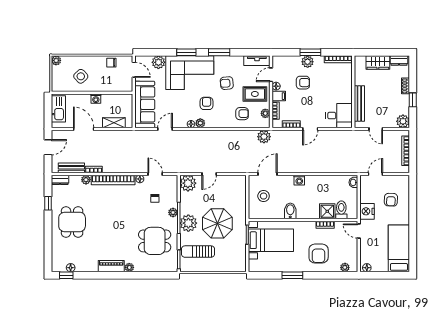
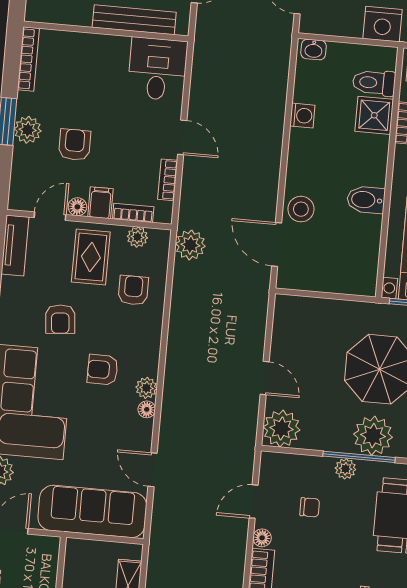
door: (271, 75) -> (50, 216), swing flipped
washing machine: (299, 180) -> (302, 116), moved
stool: (264, 196) -> (301, 209), moved

